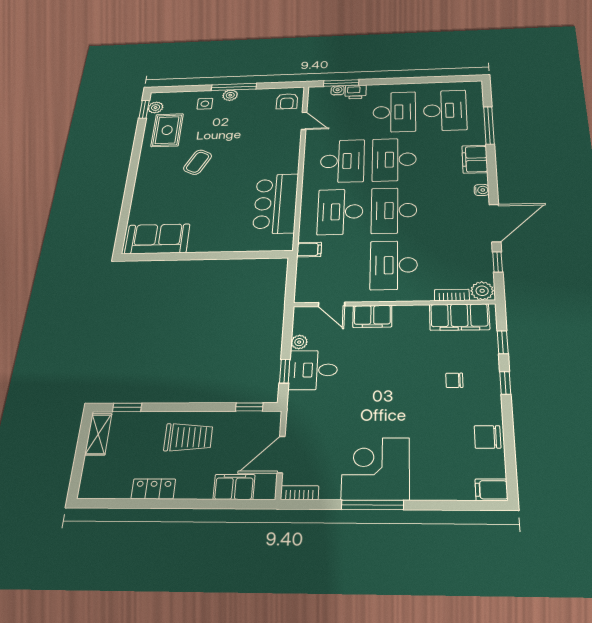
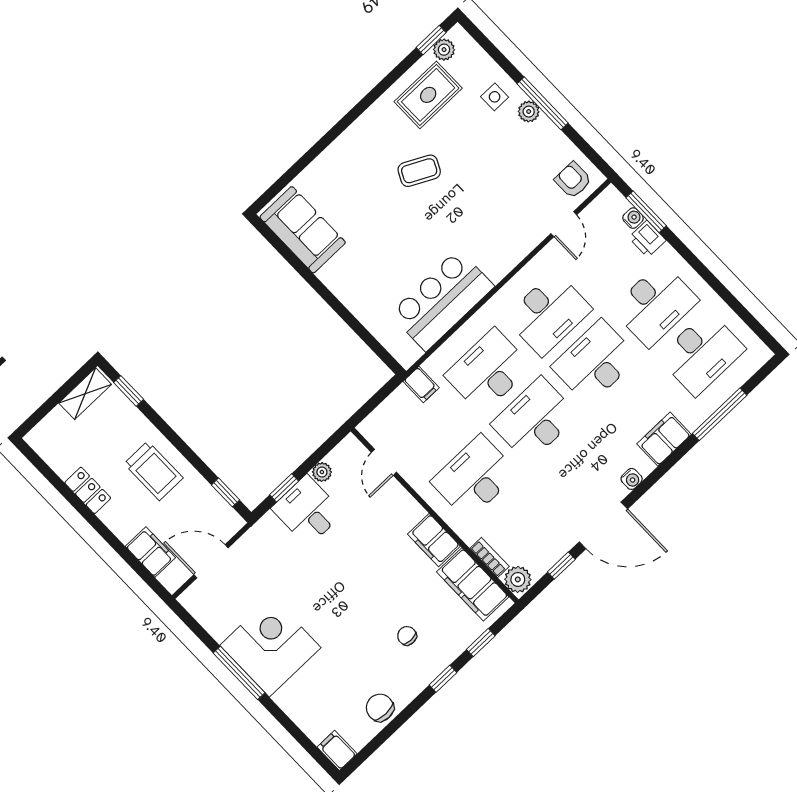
armchair: (287, 101) -> (573, 180), turned 90
filing cabinet: (372, 316) -> (434, 540), moved
bookcase: (300, 493) -> (195, 608), removed

